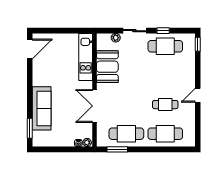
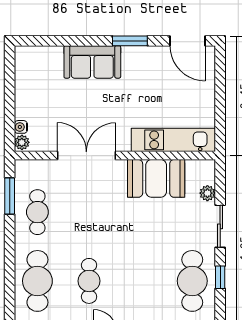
sofa: (42, 108) -> (92, 62), width x0.73
window: (30, 128) -> (130, 41), moved
cafe table: (126, 134) -> (37, 212), width x0.73, depth x0.74

